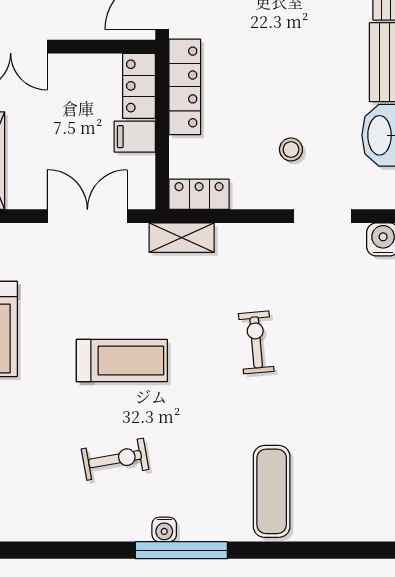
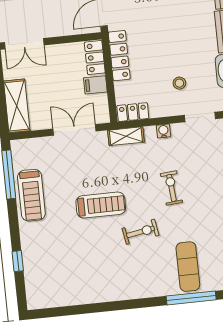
exercise bike: (115, 459) -> (141, 232), moved
water cooler: (164, 529) -> (163, 131), moved, turned 180
window: (181, 550) -> (191, 298), moved

